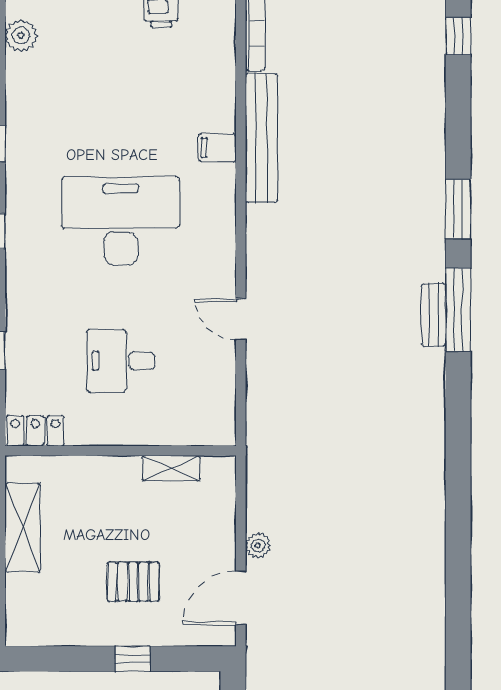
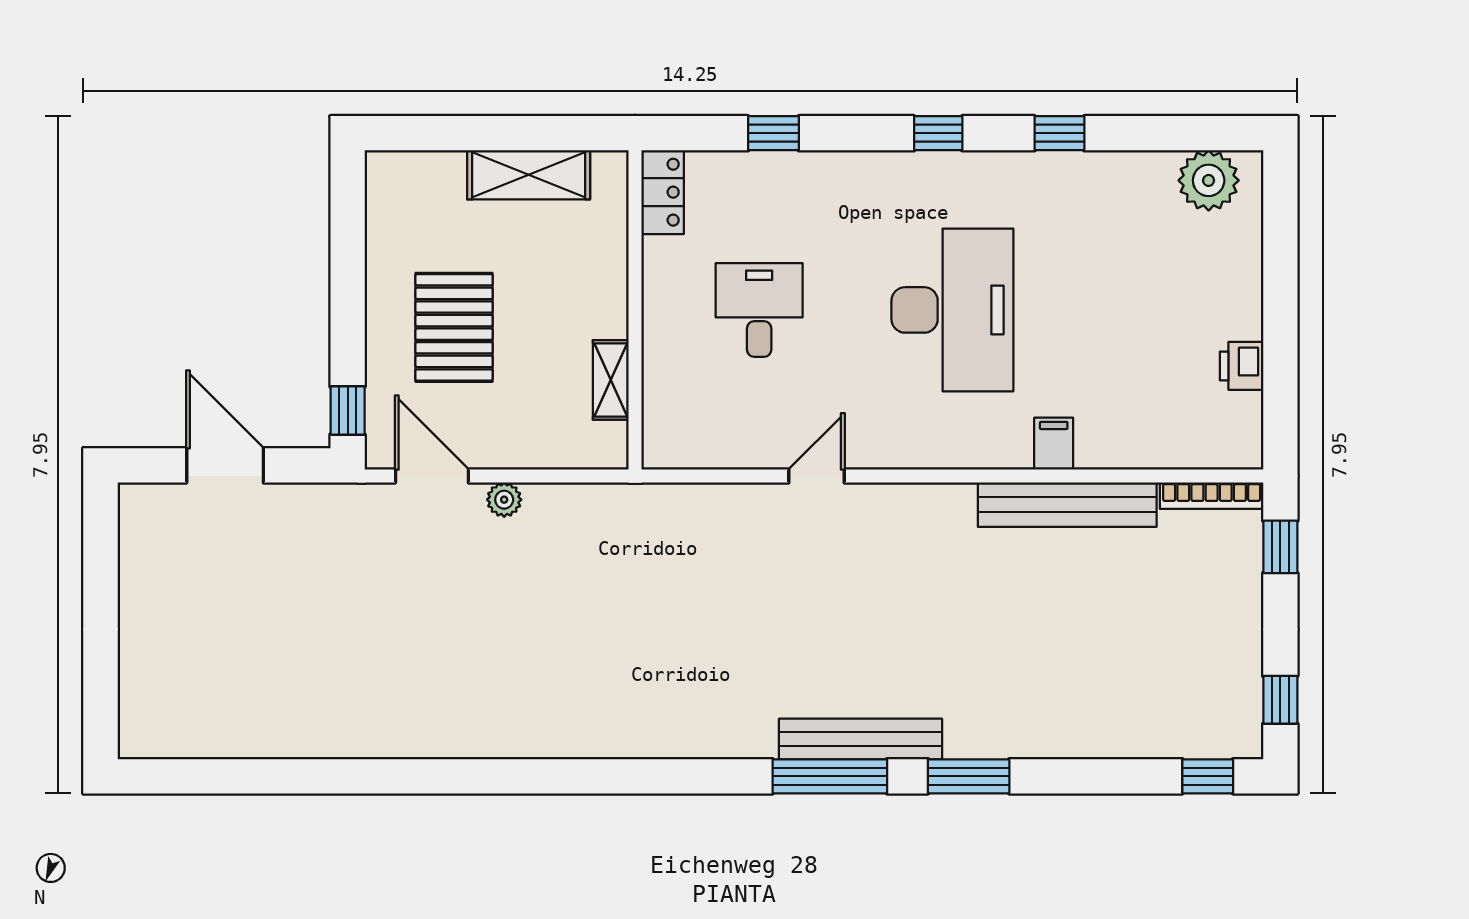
plant: (21, 36) -> (1209, 180), width x1.36, depth x1.36
bench: (434, 315) -> (861, 739), width x1.86, depth x1.21
pallet: (133, 582) -> (454, 327), width x1.50, depth x1.42
window: (133, 659) -> (348, 410), moved

